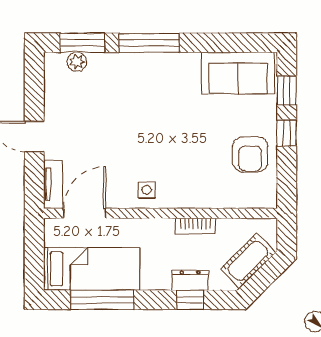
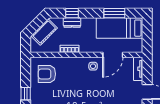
armchair: (250, 154) -> (47, 74), moved, turned -90
door: (85, 213) -> (113, 55), moved
window: (102, 300) -> (114, 13), width x0.69

